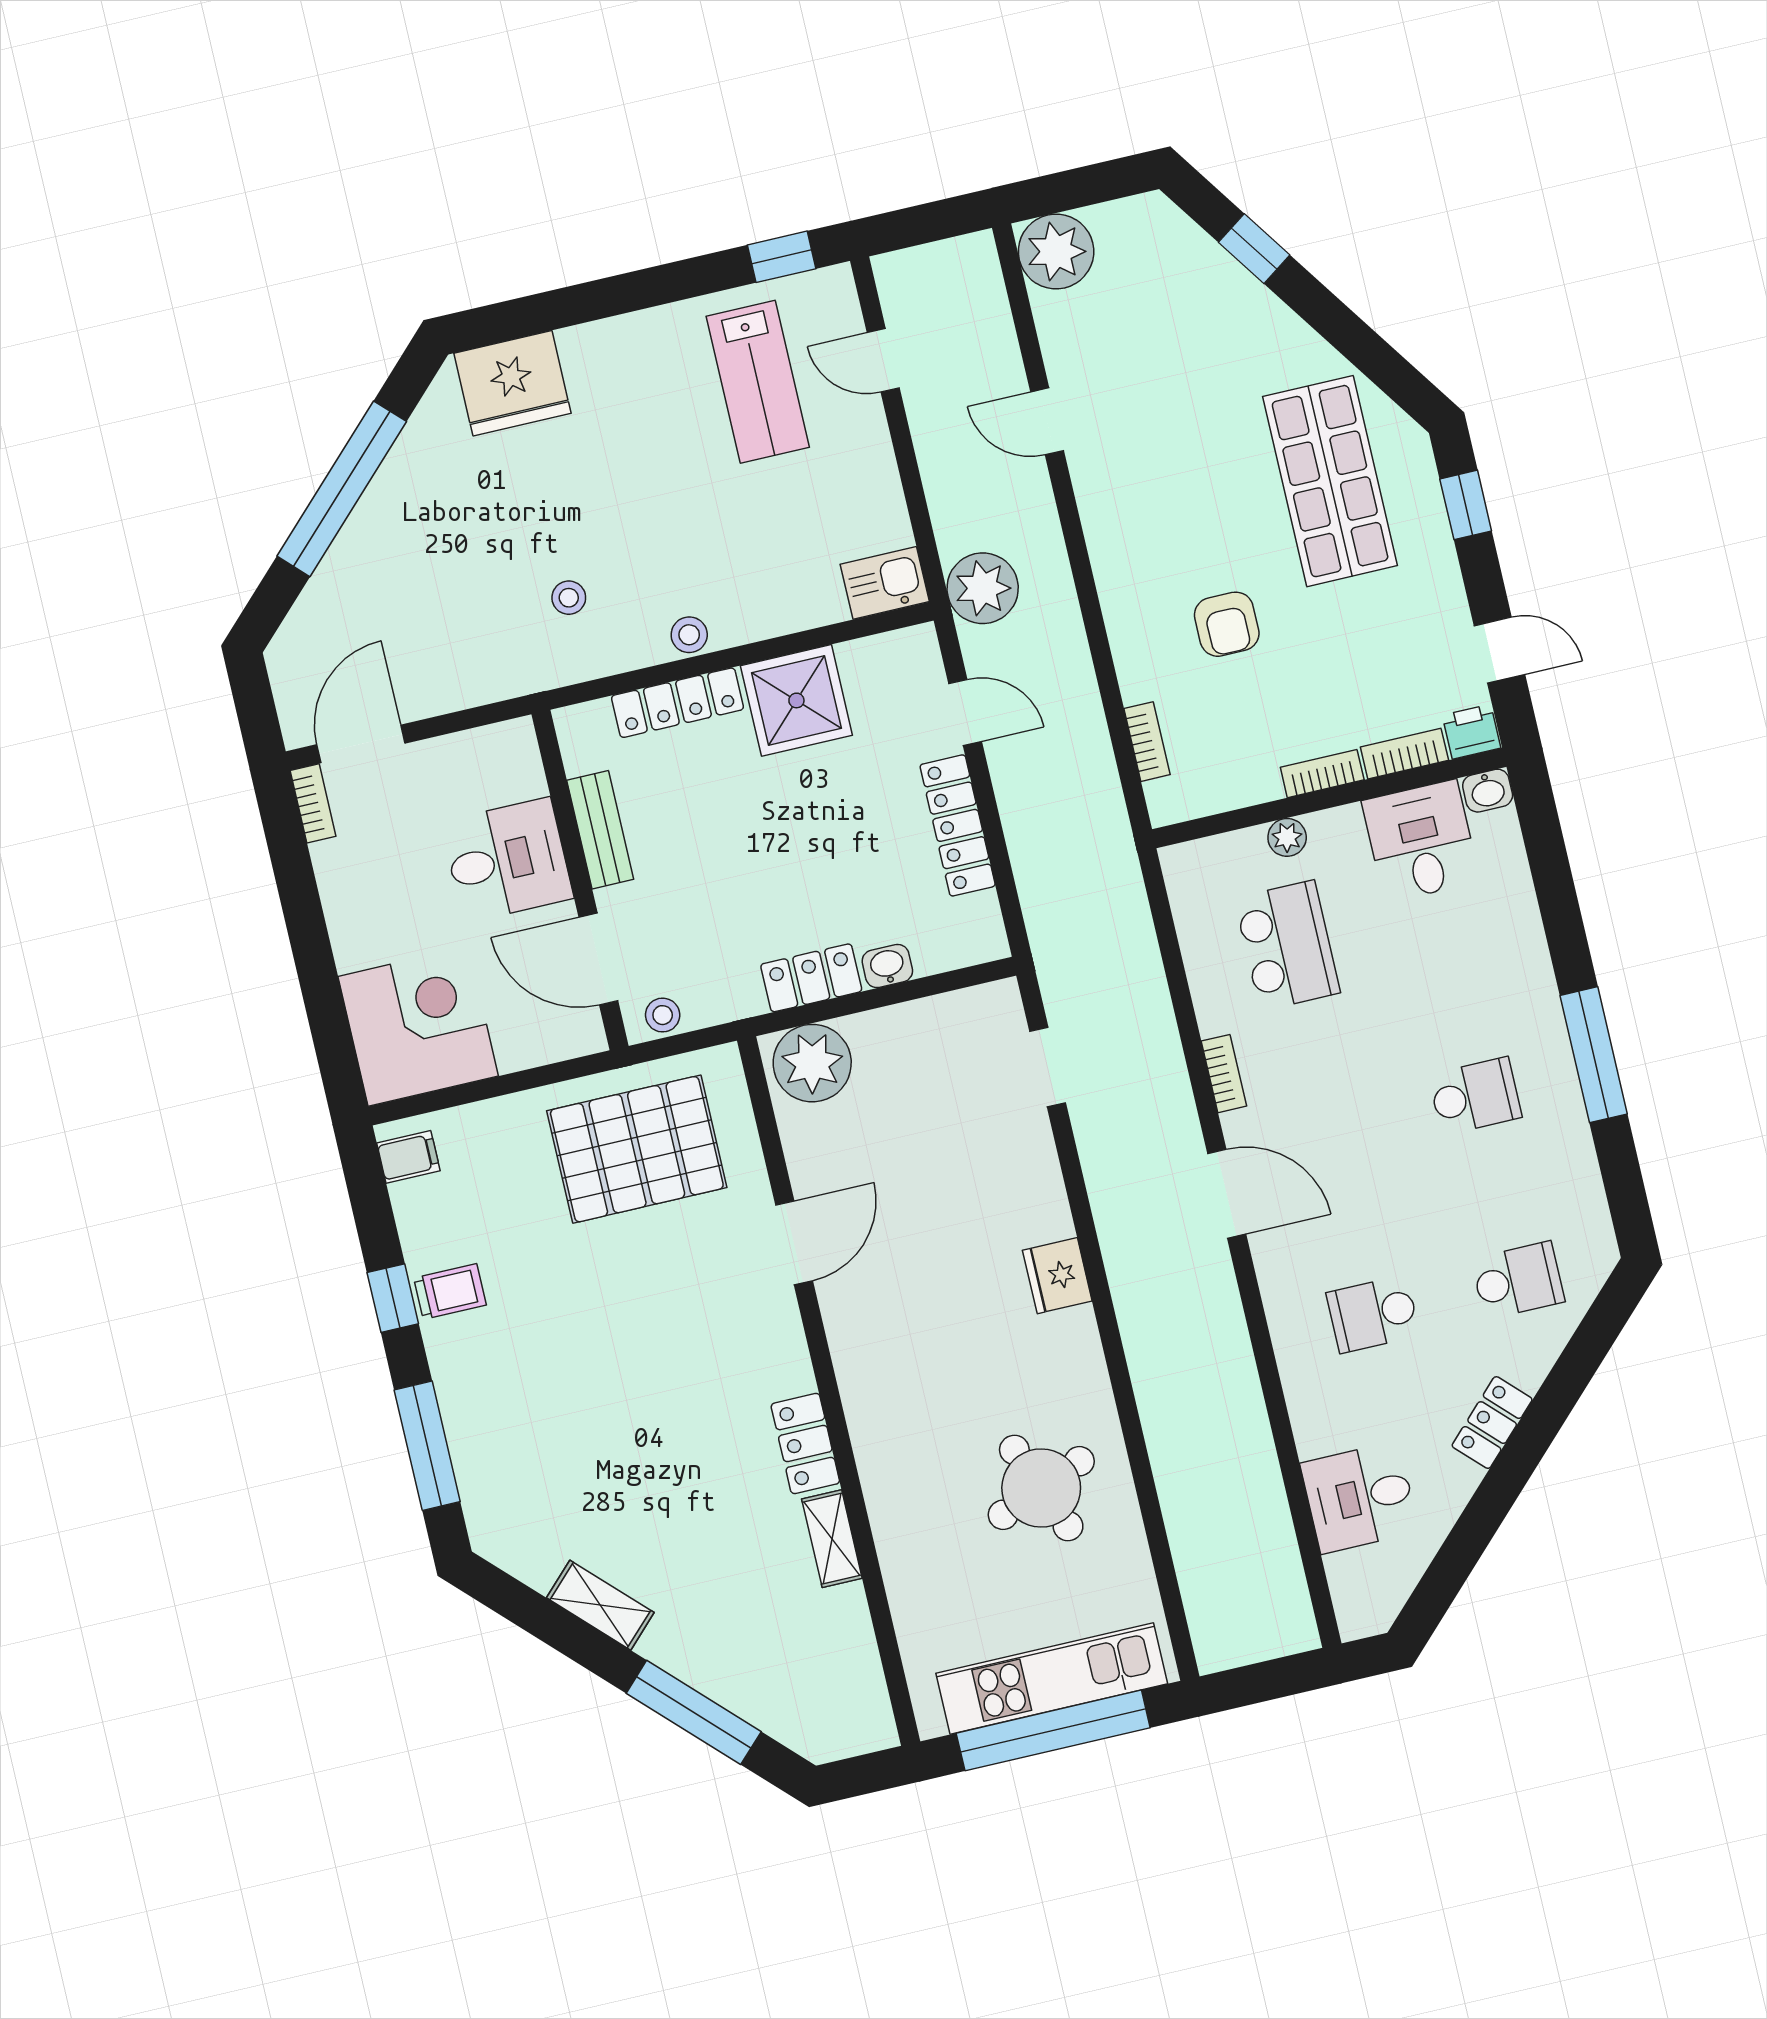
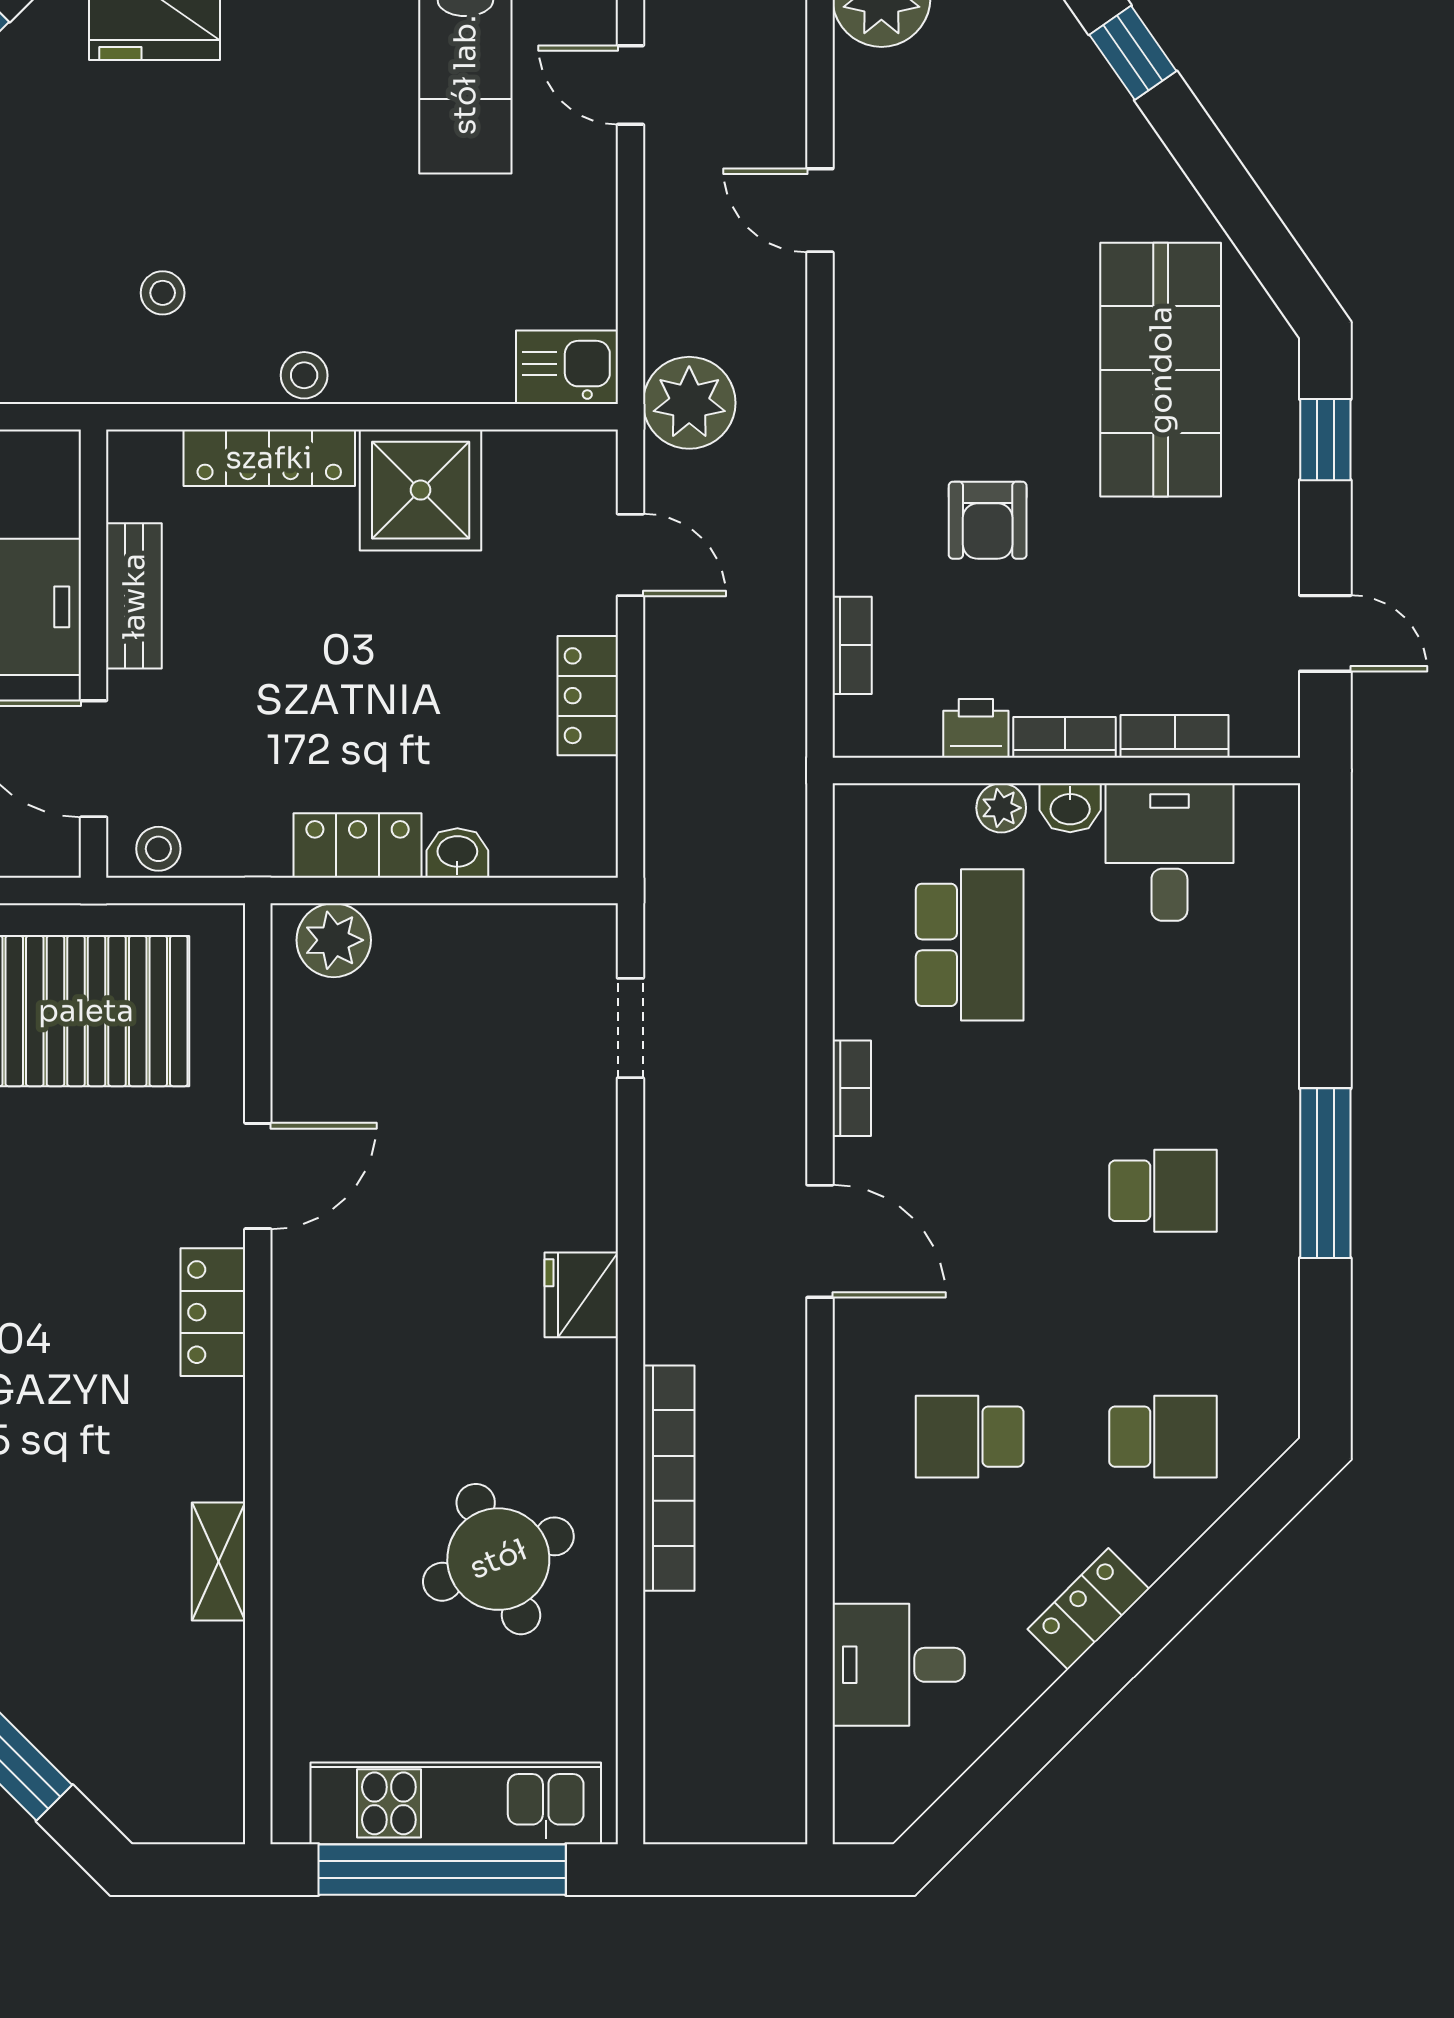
printer: (1471, 732) -> (976, 728), moved
washbasin: (1488, 791) -> (1070, 808), moved
locker: (958, 825) -> (588, 696), width x0.66
plant: (812, 1063) -> (334, 940), width x0.73, depth x0.73
bookcase: (1155, 1398) -> (669, 1478), added
locker: (805, 1444) -> (213, 1312), moved

